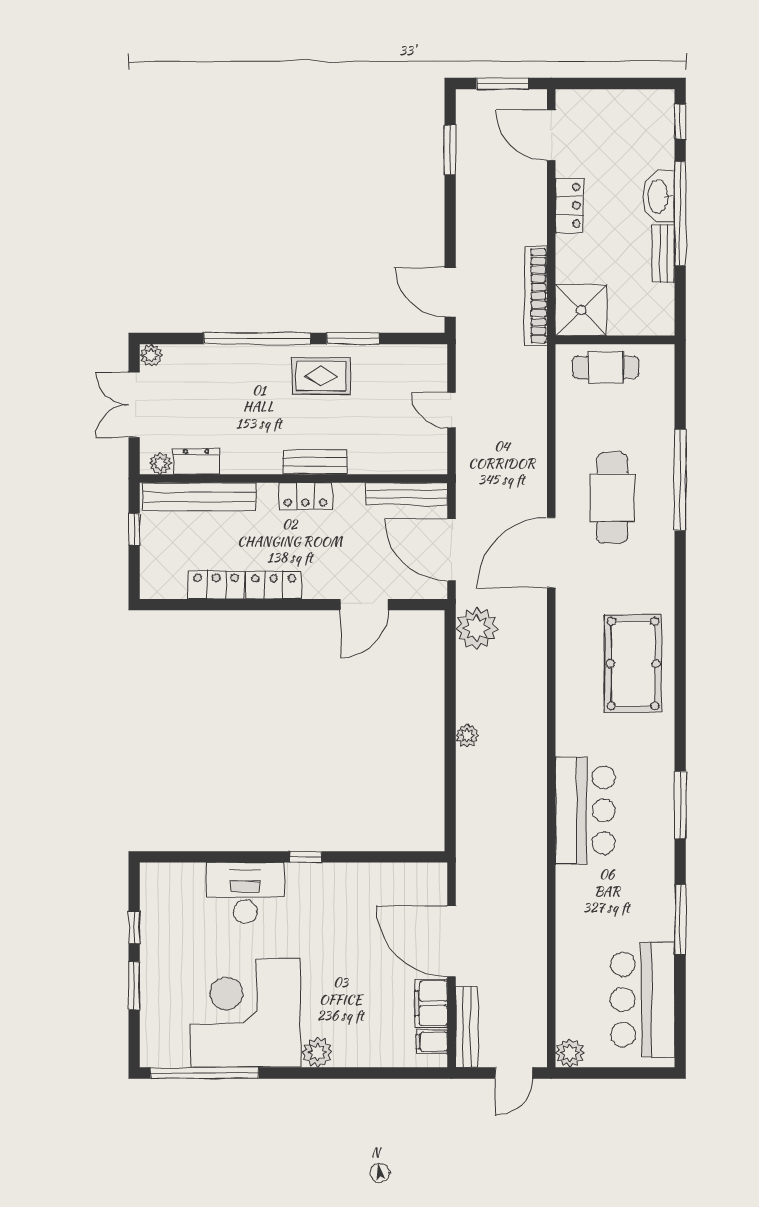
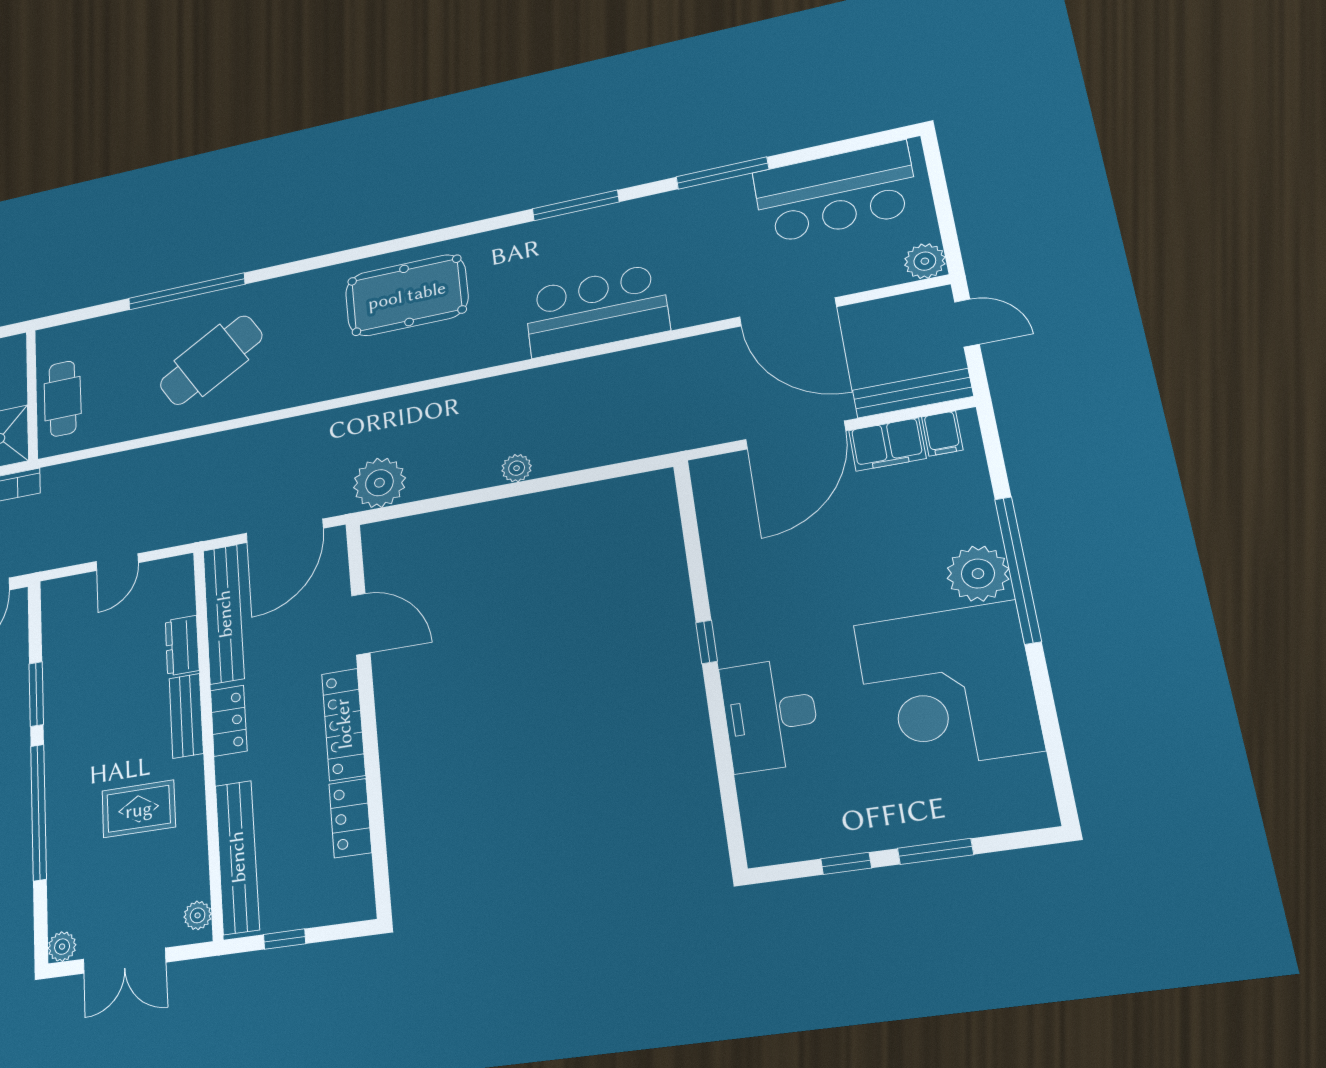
rug: (321, 376) -> (139, 809), moved, turned 90
dresser: (196, 461) -> (182, 646), moved
bench: (407, 494) -> (224, 614), width x1.37, depth x1.21
cafe table: (612, 498) -> (211, 360), turned -31
door: (551, 553) -> (788, 312), moved
locker: (274, 585) -> (343, 724), width x1.53
plant: (317, 1052) -> (978, 574), width x1.36, depth x1.36
window: (205, 1073) -> (1018, 570), moved

